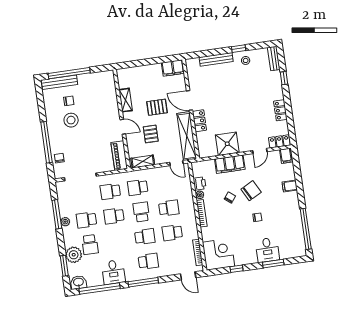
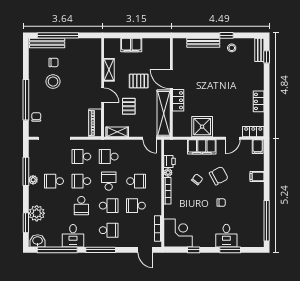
filing cabinet: (173, 68) -> (131, 45), moved
window: (284, 78) -> (267, 57), moved
school desk: (90, 245) -> (81, 206), moved

